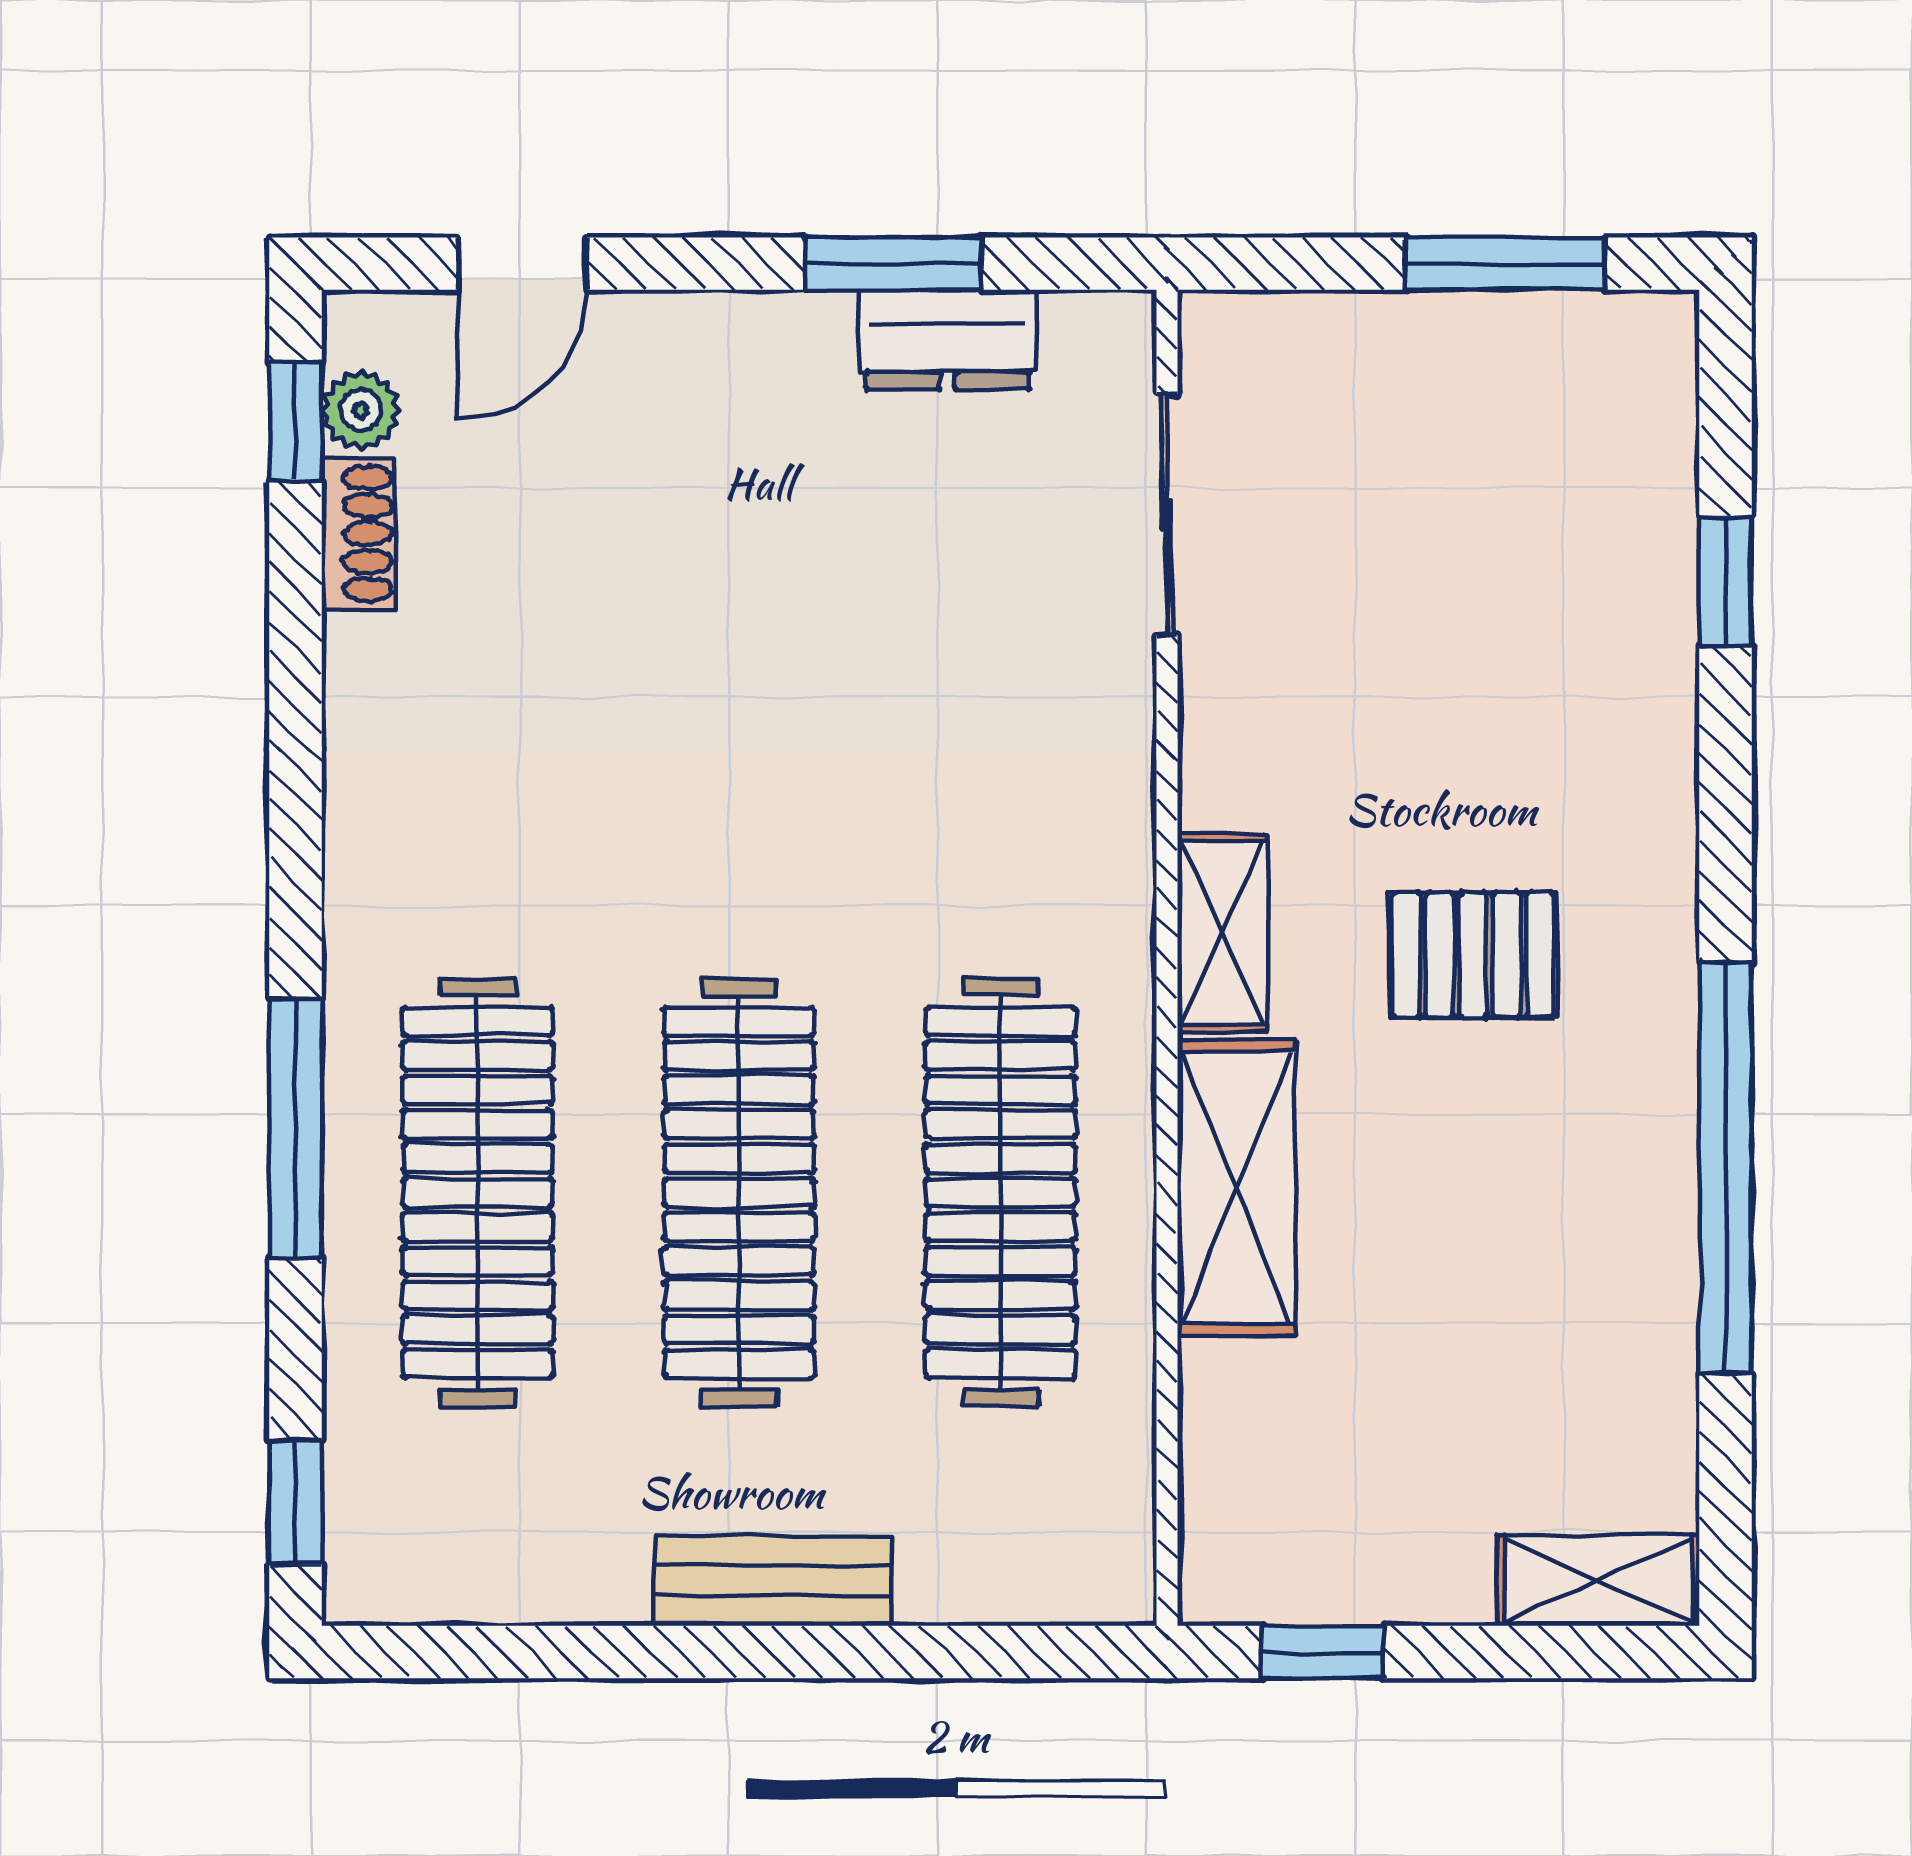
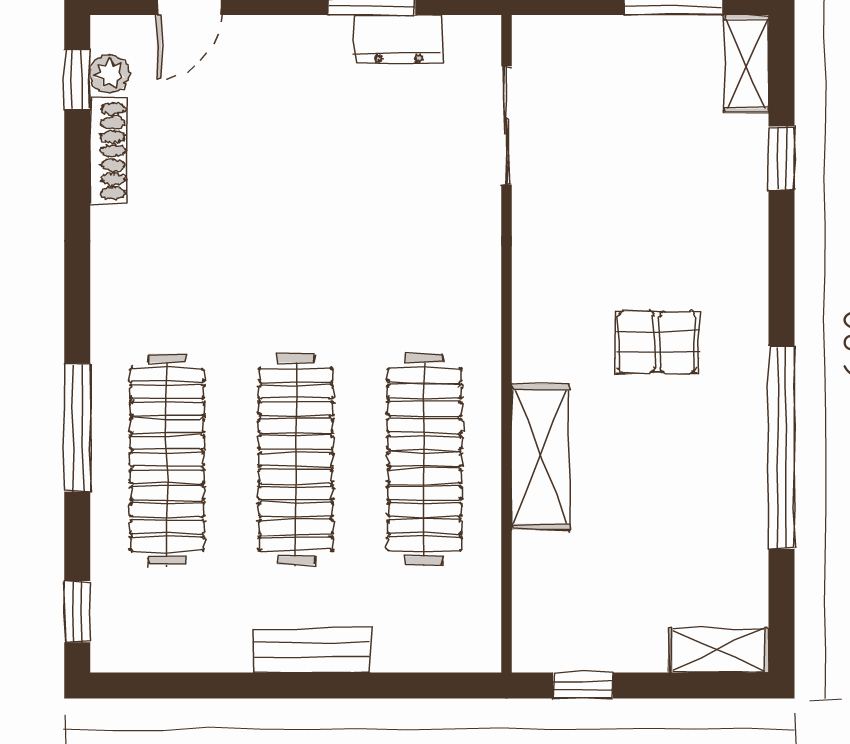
shoe rack: (358, 534) -> (108, 151), width x1.43
shelving: (1222, 933) -> (747, 64), moved

